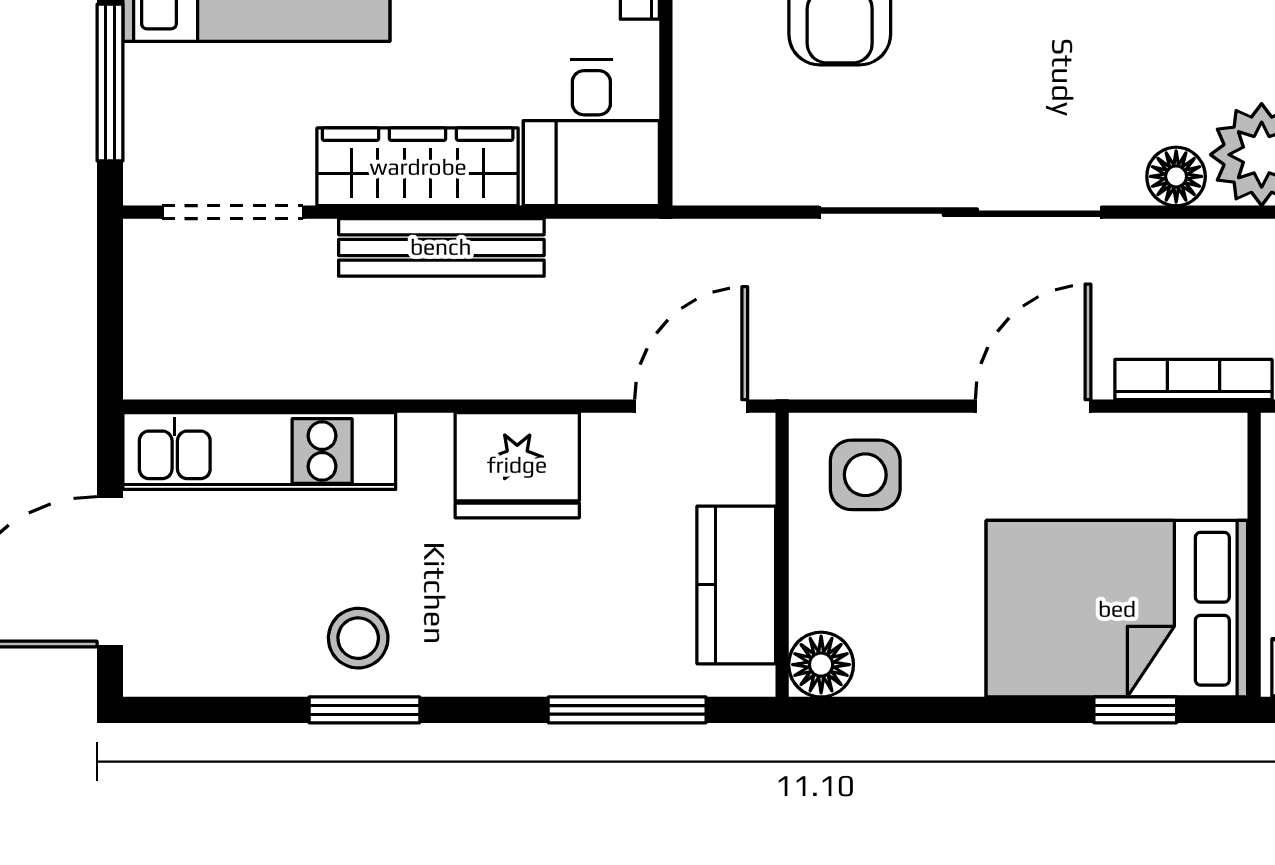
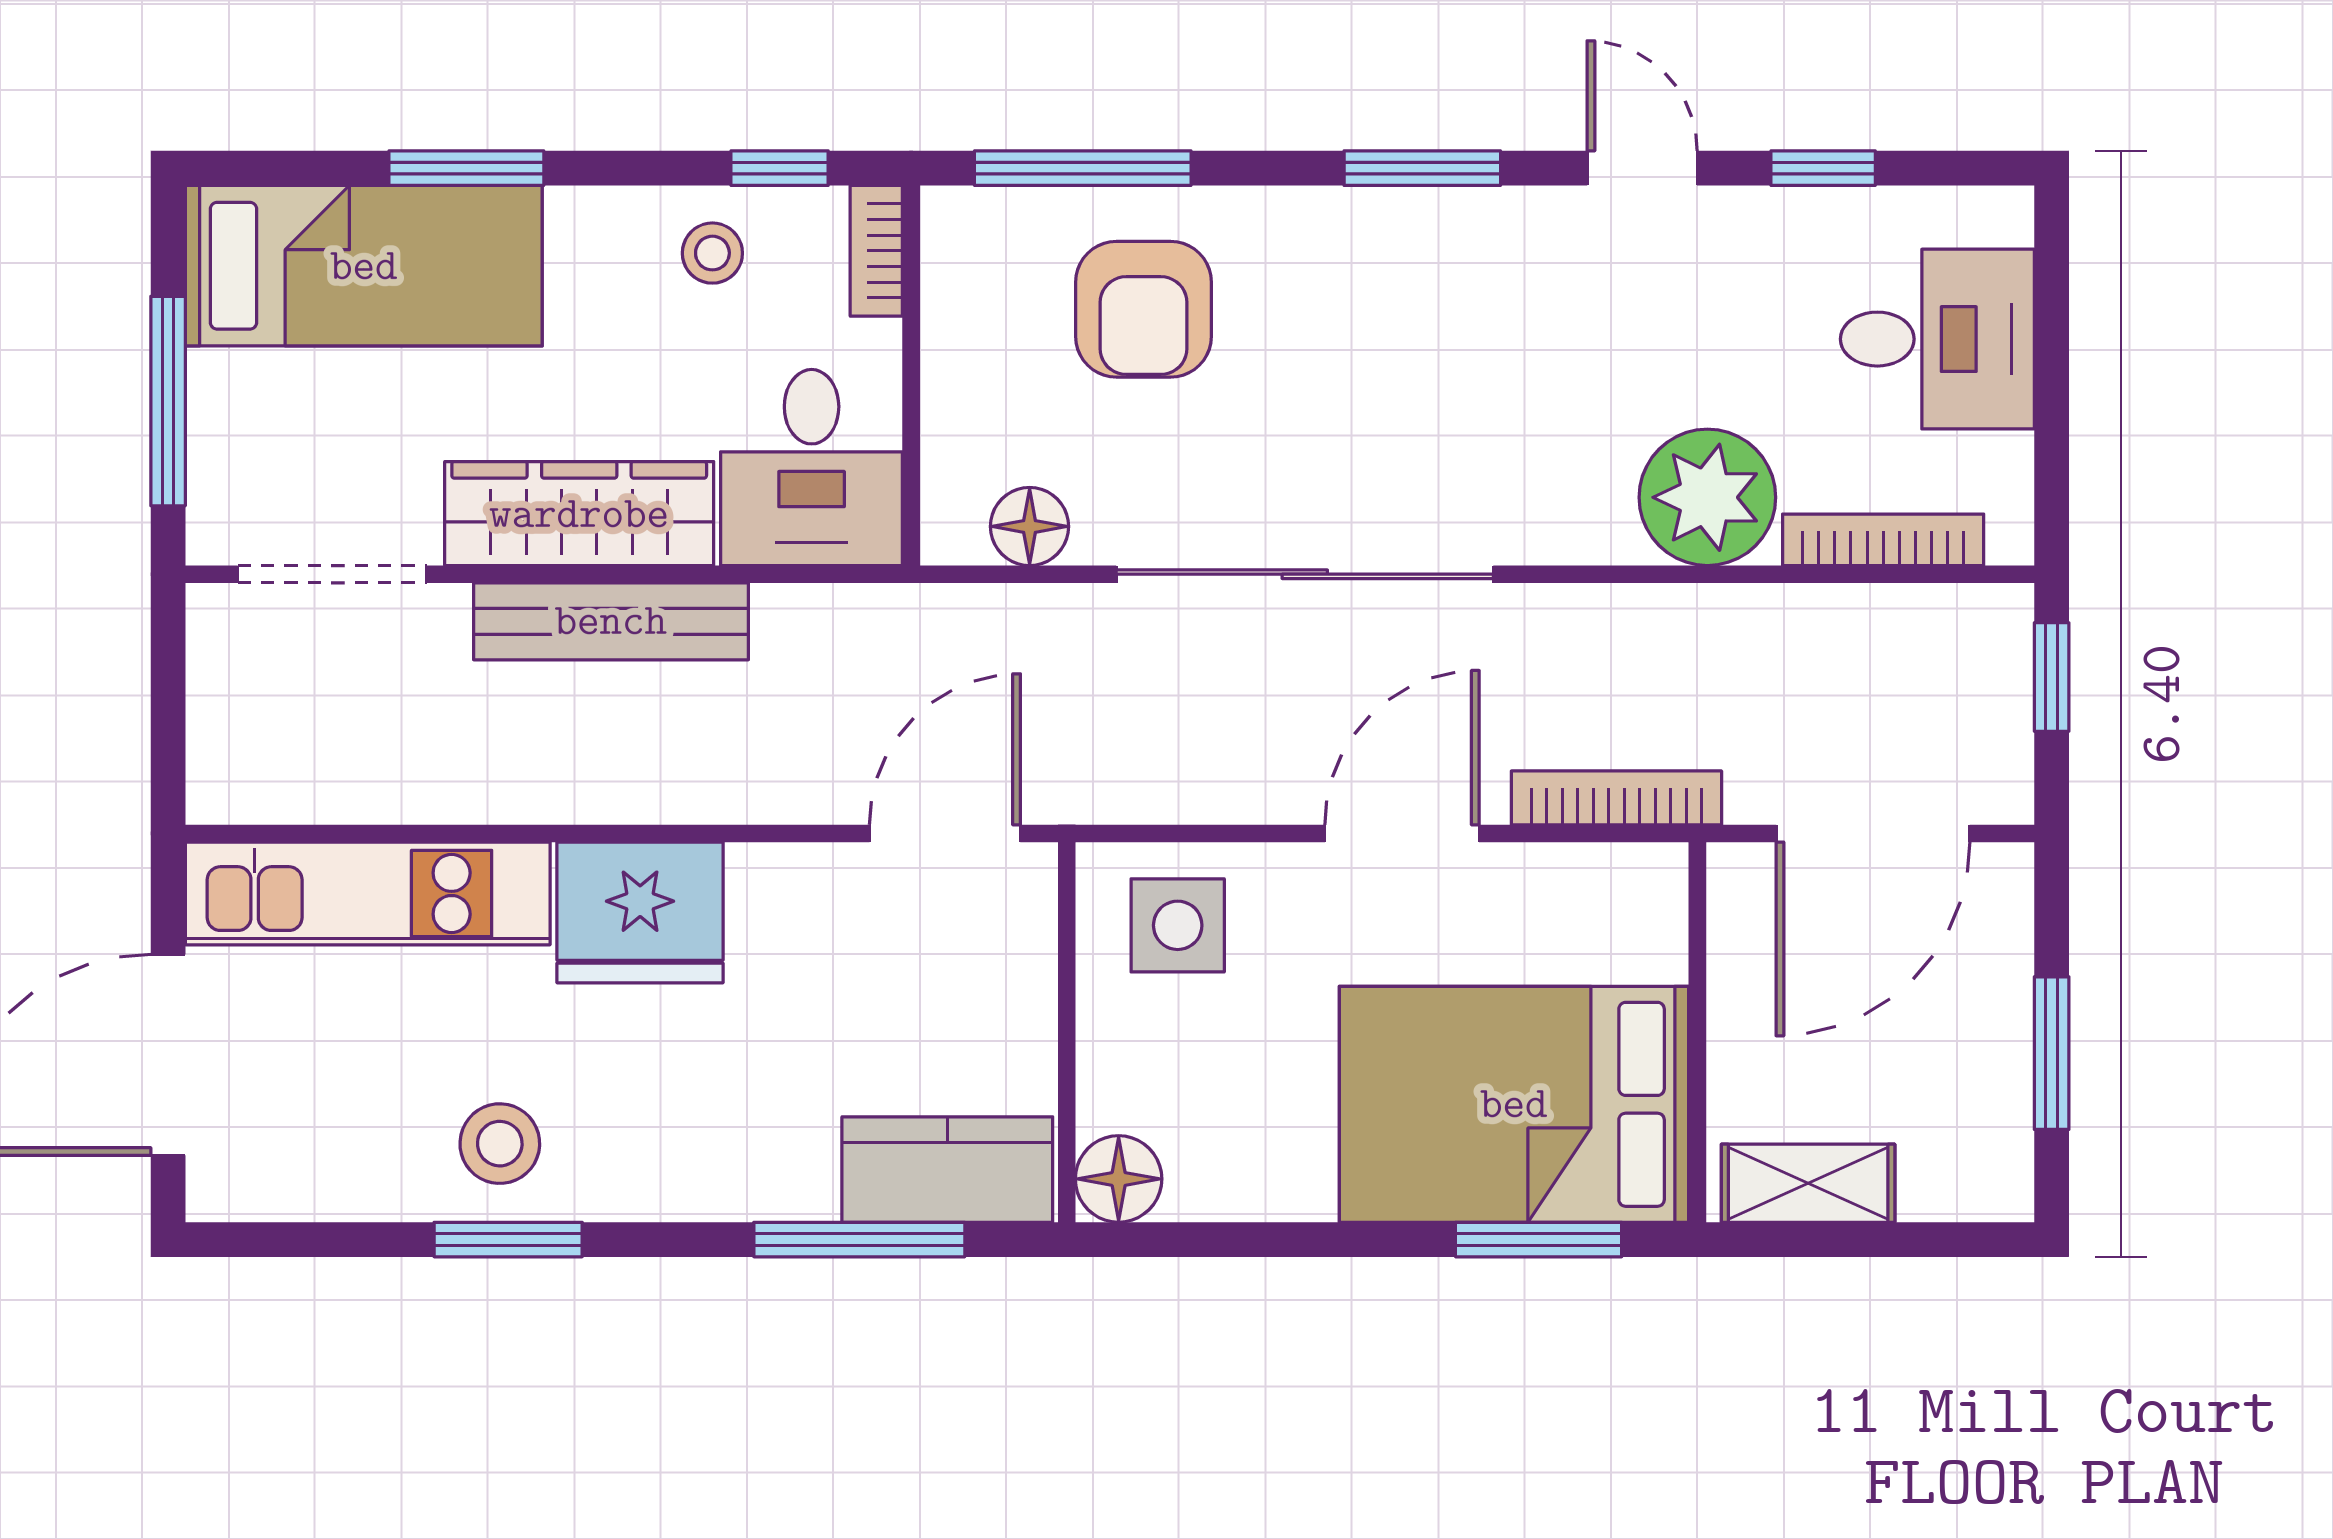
floor lamp: (1176, 176) -> (1030, 526), moved
fridge: (517, 465) -> (640, 912), moved
kitchen counter: (736, 585) -> (947, 1170), moved, turned 90
window: (1135, 710) -> (1539, 1240), width x1.50

